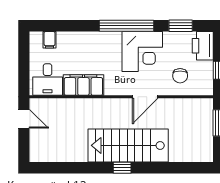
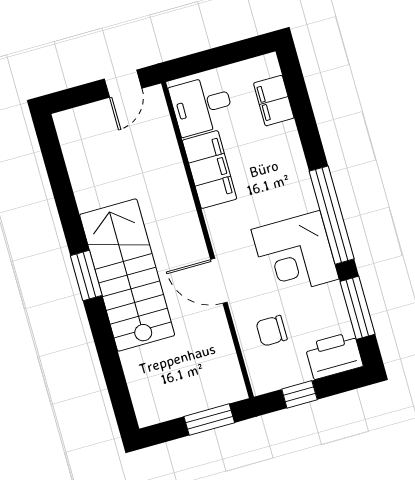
window: (181, 26) -> (357, 308), width x1.44
filing cabinet: (50, 40) -> (274, 101), width x2.00
window: (122, 168) -> (86, 276), width x1.50

